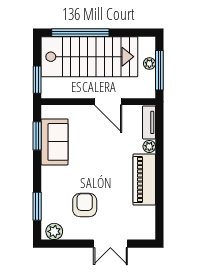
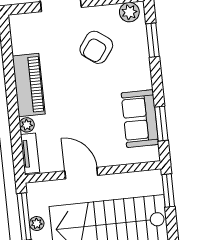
armchair: (85, 205) -> (96, 47), turned 36

